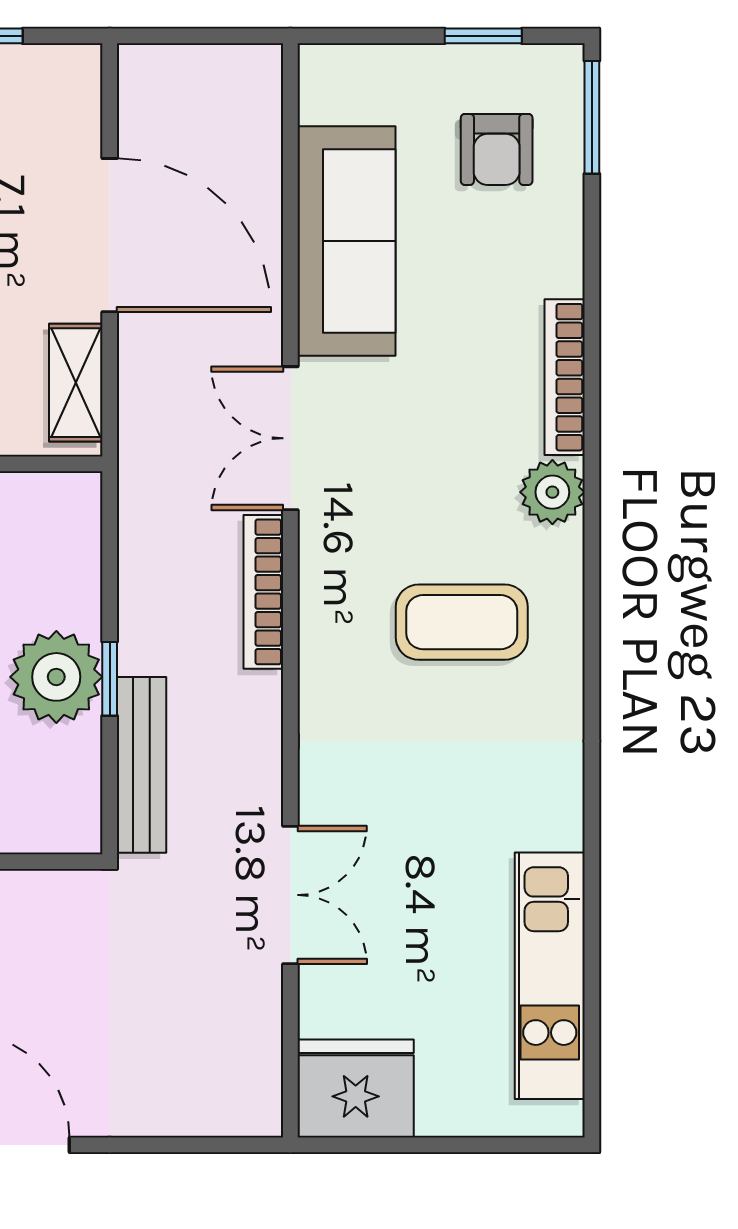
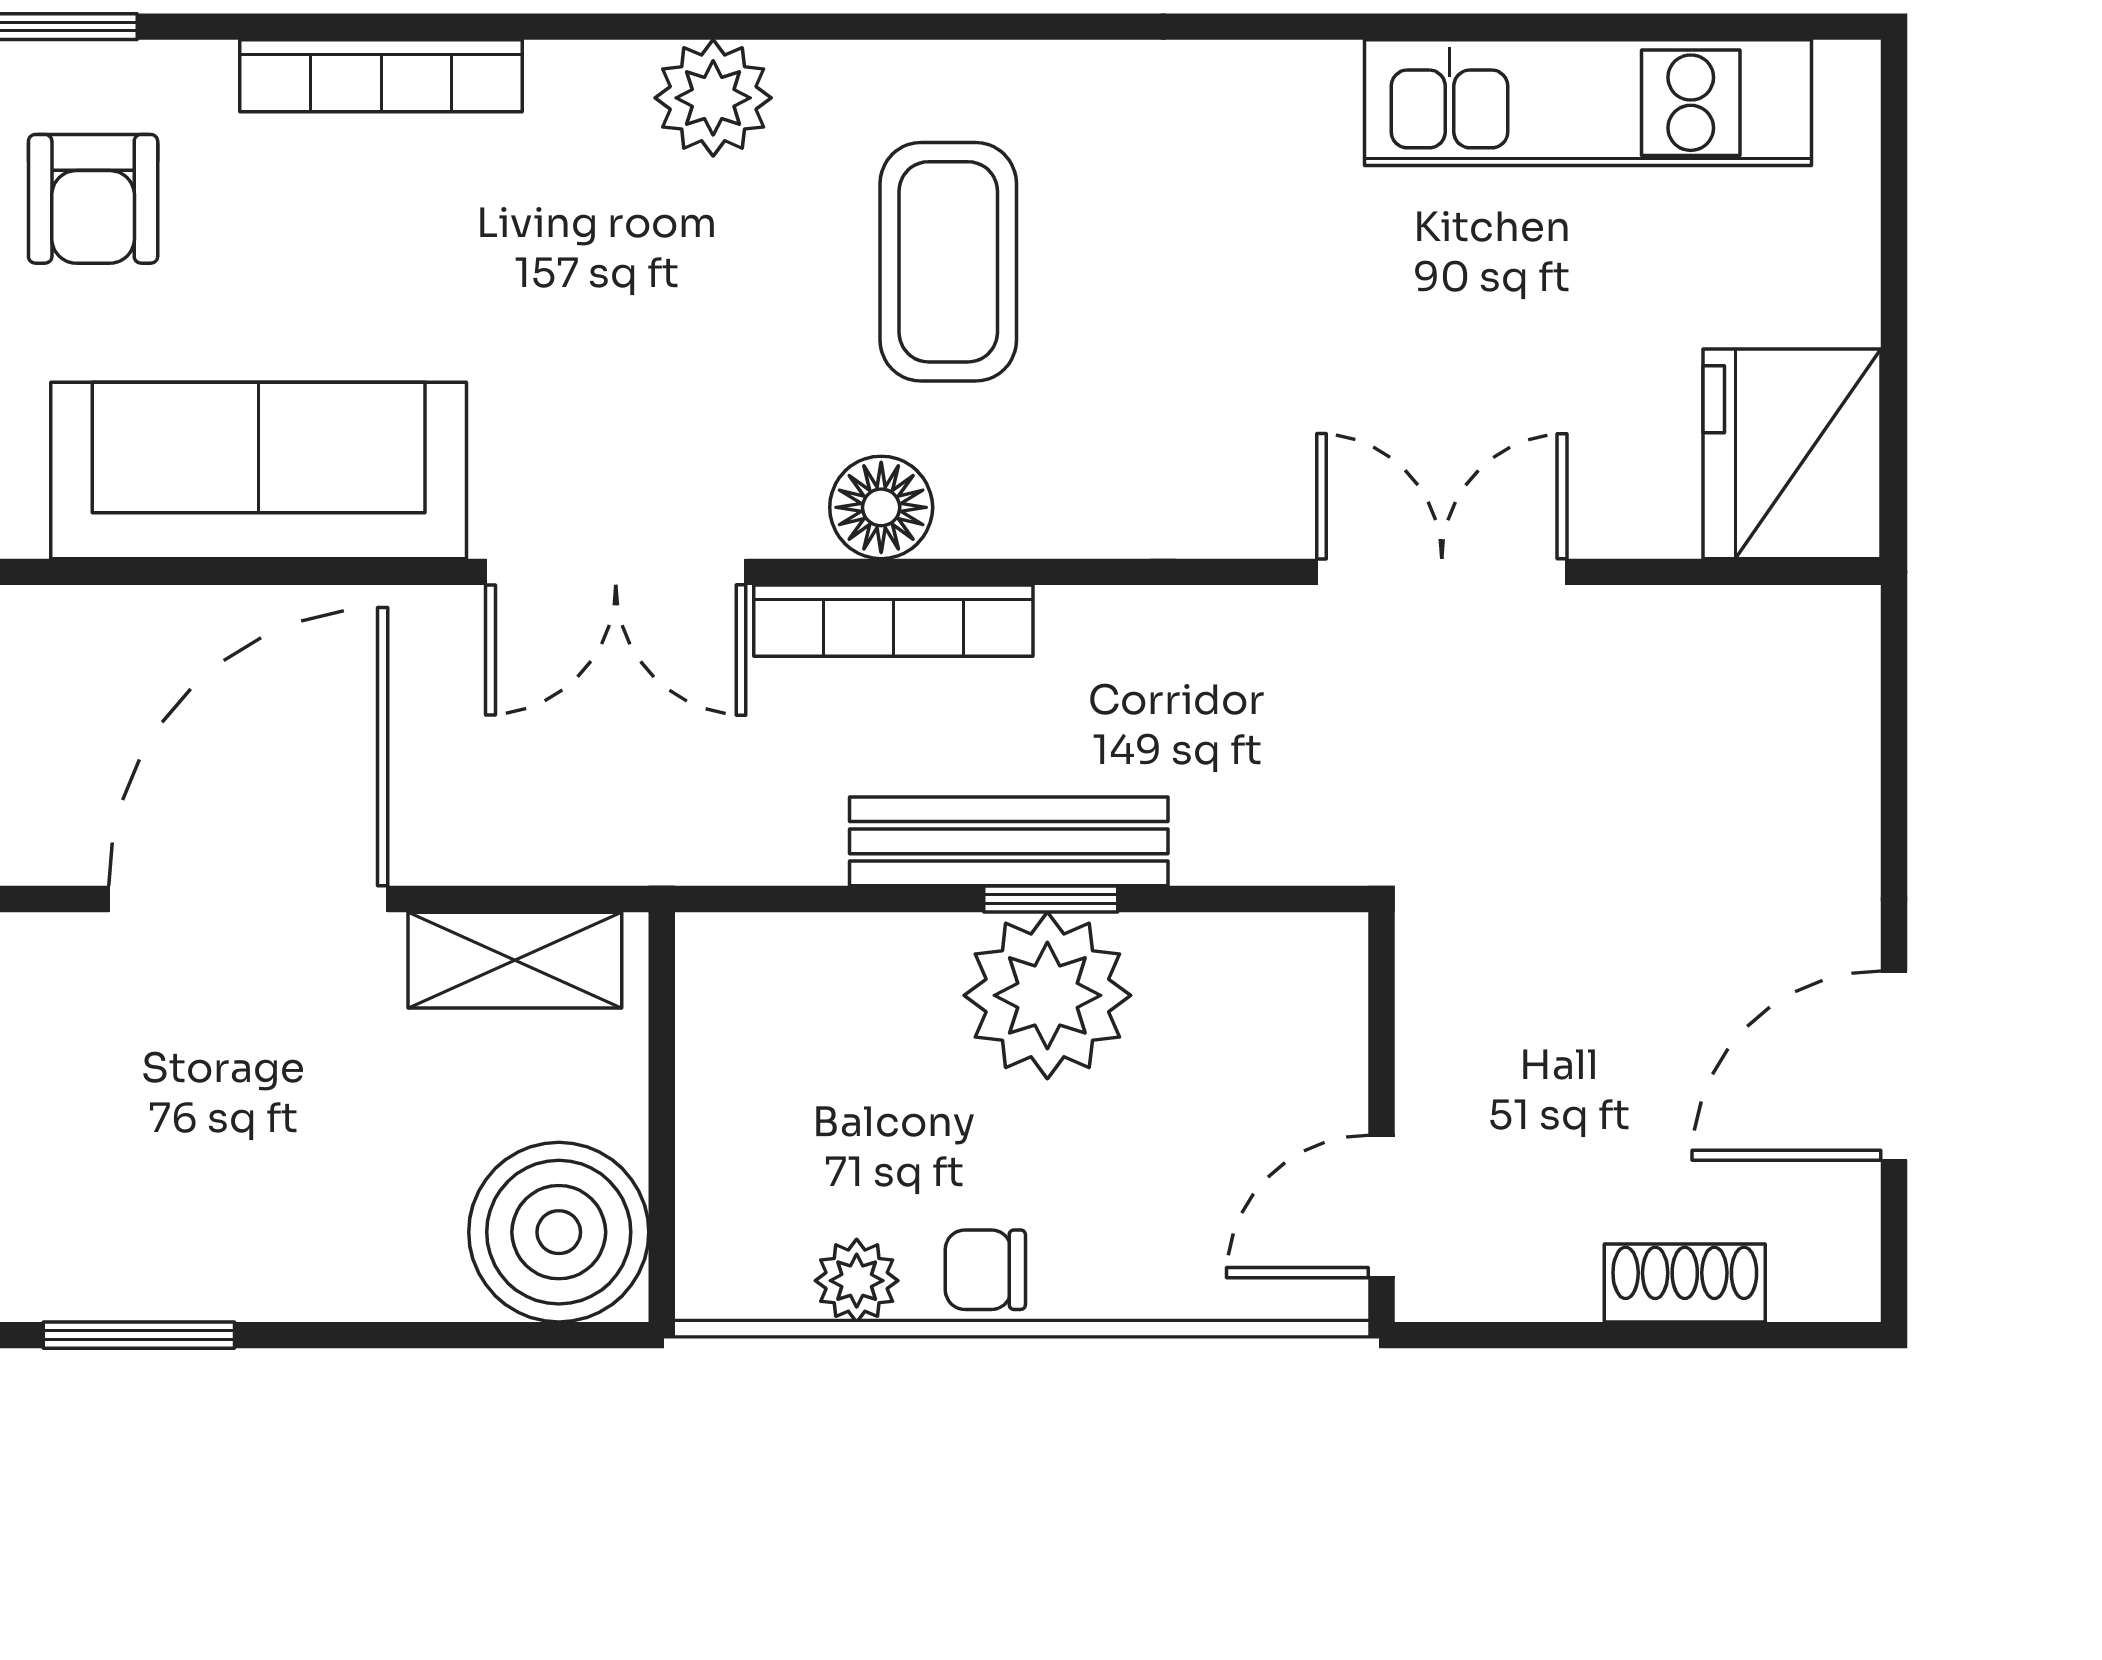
armchair: (497, 149) -> (93, 199), turned 90
bookcase: (565, 377) -> (381, 76), moved
floor lamp: (326, 585) -> (881, 507), added
bench: (141, 765) -> (1009, 841), moved

